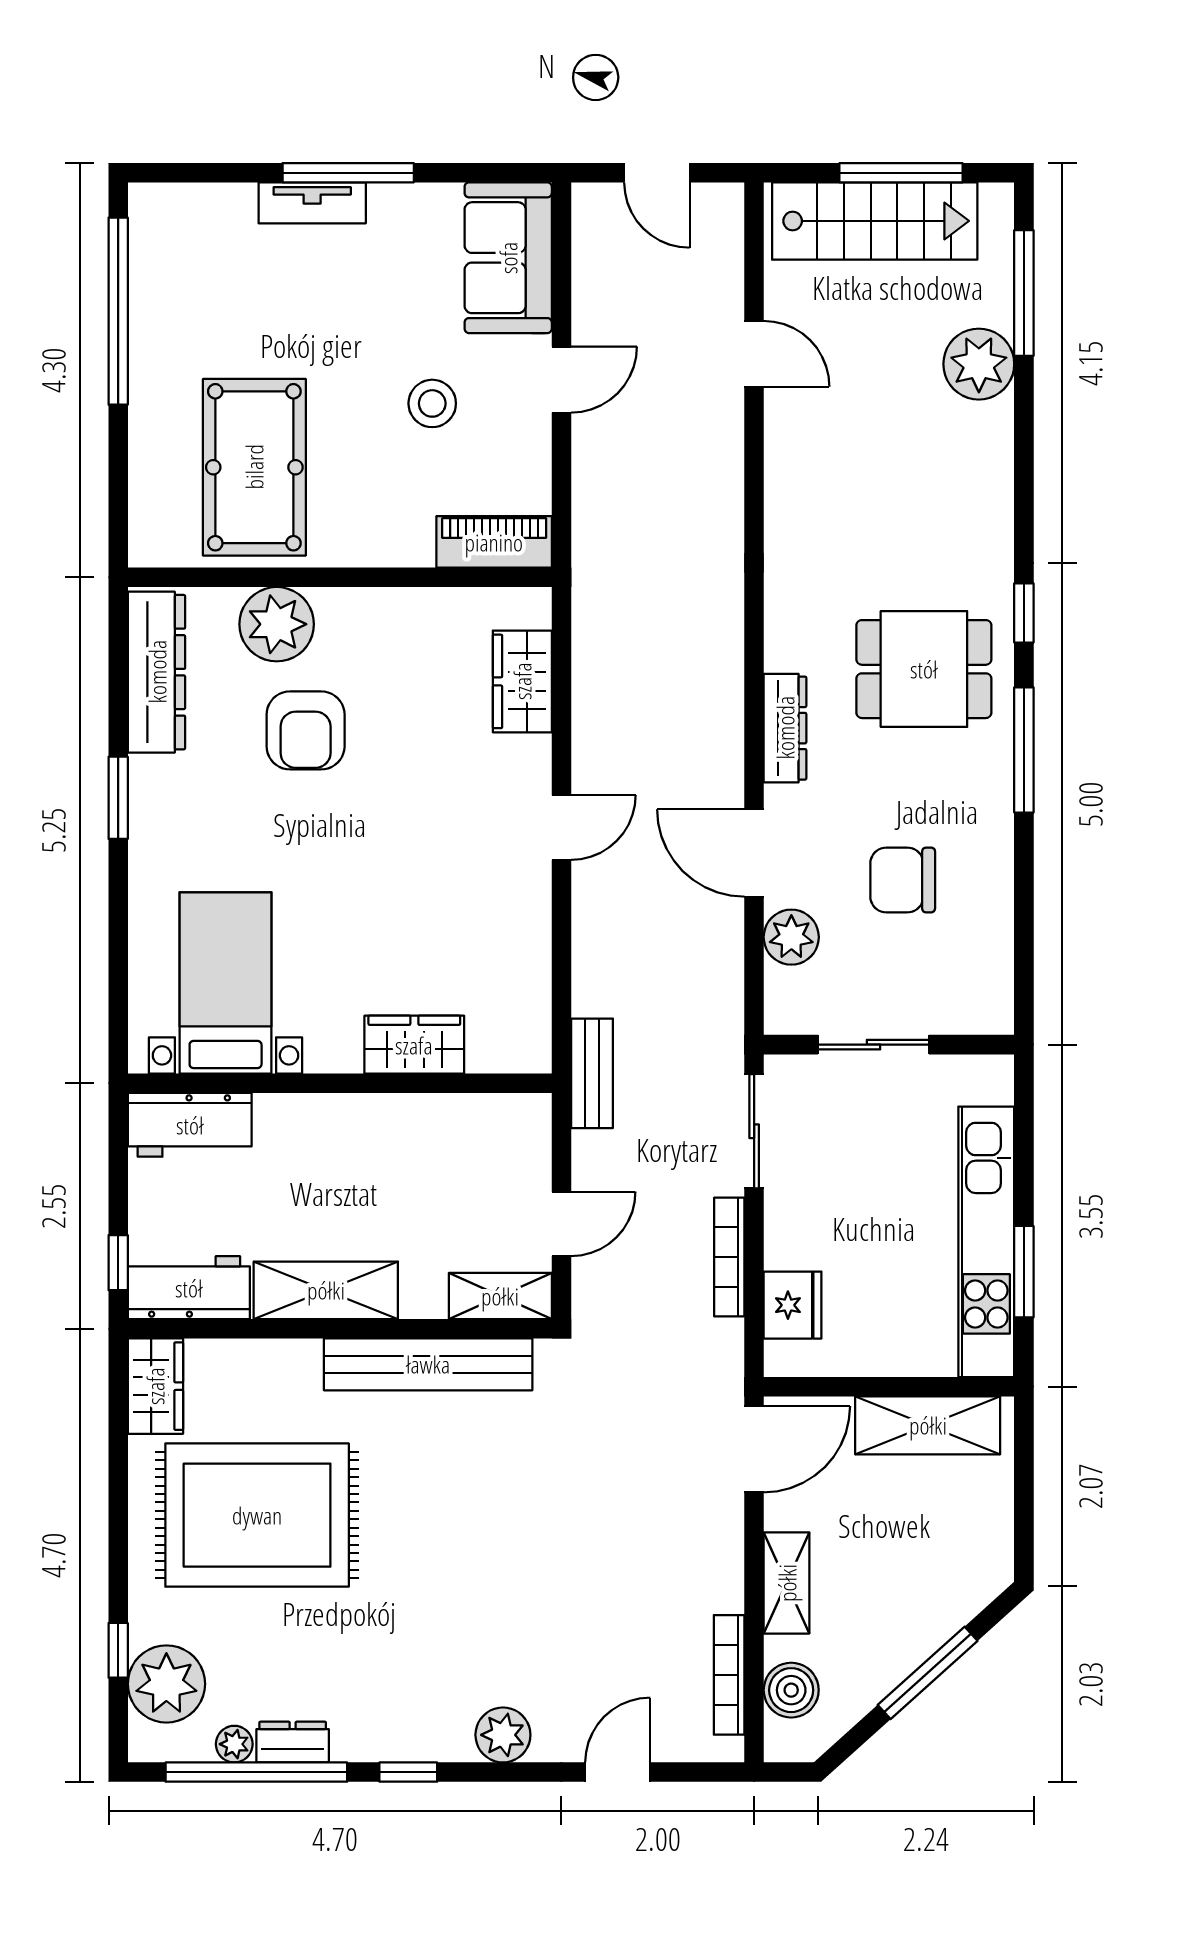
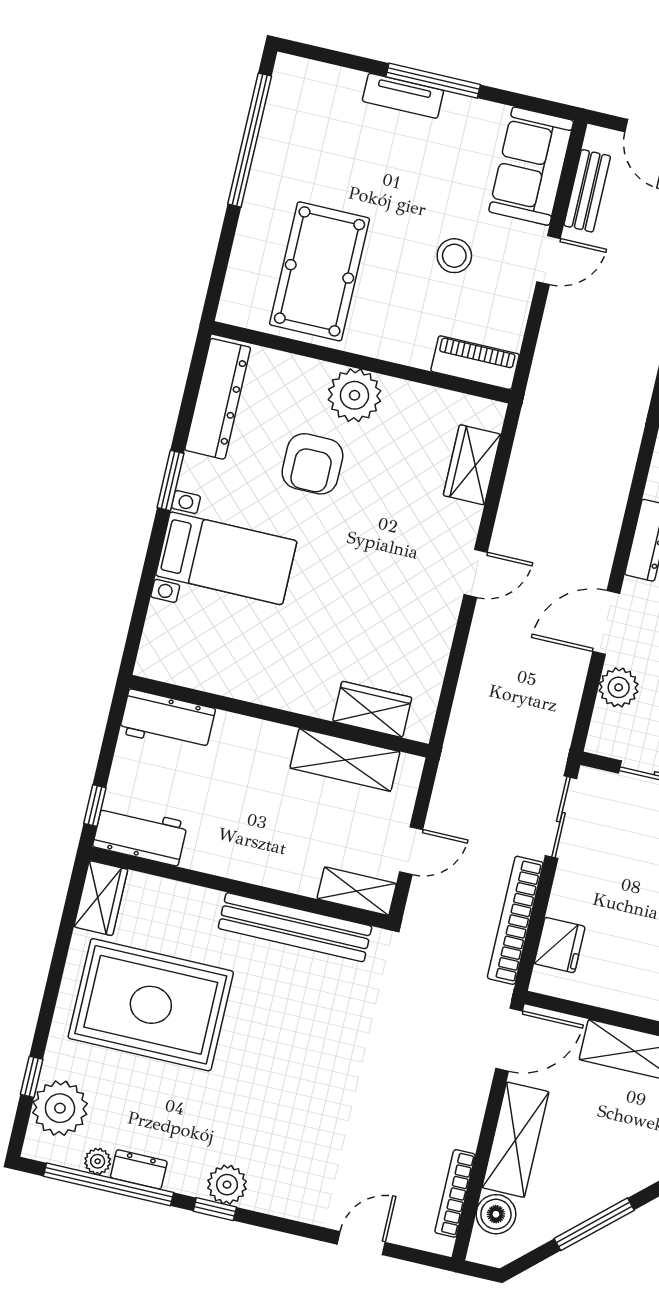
plant: (277, 624) -> (354, 395), moved
door: (754, 853) -> (606, 623), hinge flipped
bed with nightstands: (226, 983) -> (226, 558), moved, turned 90
wardrobe: (414, 1045) -> (372, 709), moved
bench: (592, 1073) -> (587, 191), moved
bookcase: (729, 1257) -> (515, 920), width x1.48, depth x1.31
shelving: (326, 1290) -> (345, 760), moved
shelving: (787, 1583) -> (515, 1140), width x1.50, depth x1.33
plant: (503, 1735) -> (227, 1185), moved

